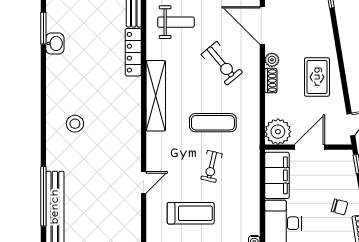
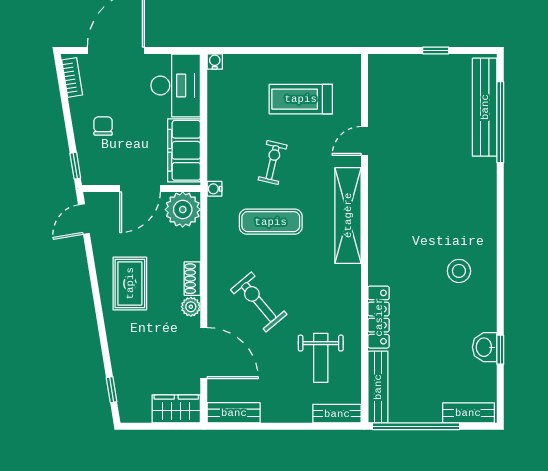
weight bench: (176, 22) -> (321, 358), turned -90
window: (43, 28) -> (500, 350), width x0.67
washbasin: (55, 43) -> (485, 347), moved
shelving: (156, 96) -> (348, 215), moved
stool: (75, 124) -> (459, 271), moved
water cooler: (254, 147) -> (214, 189), added
chair: (340, 207) -> (103, 126), moved, turned 75

